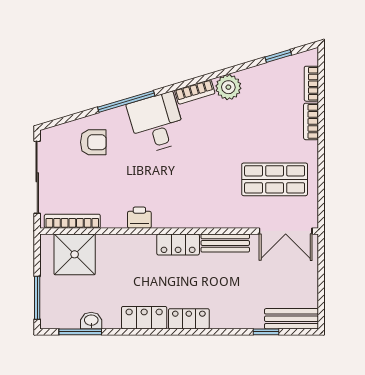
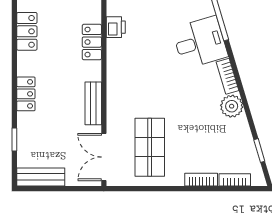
locker: (178, 244) -> (92, 42), moved
locker: (189, 319) -> (26, 94), moved
bench: (291, 319) -> (41, 177), moved, turned 90

